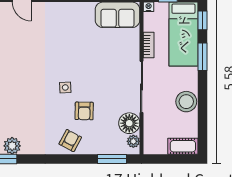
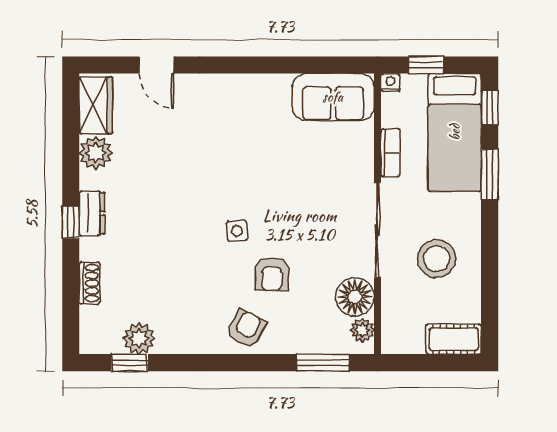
stool: (186, 102) -> (437, 259), moved

